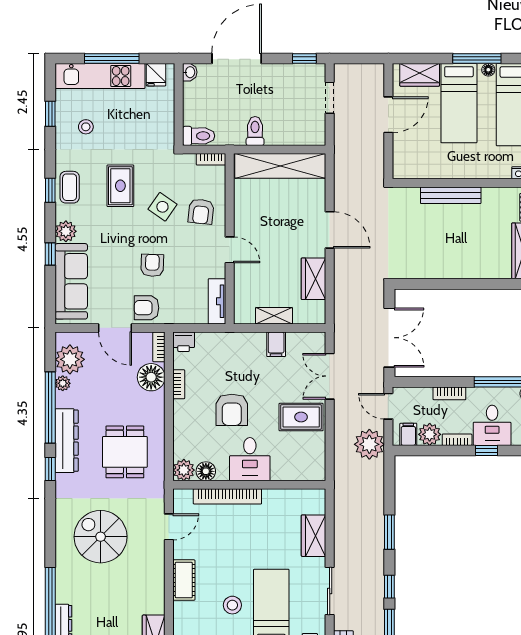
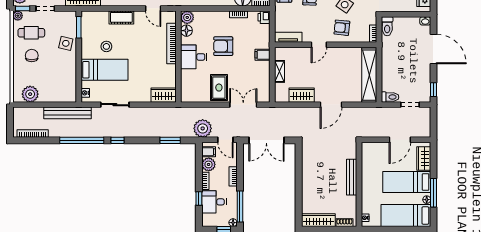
door: (388, 115) -> (400, 140), hinge flipped
toilet: (255, 131) -> (390, 97), moved
filing cabinet: (276, 344) -> (262, 55), moved
door: (388, 406) -> (225, 140), swing flipped
window: (389, 532) -> (170, 140), moved
wardrobe: (314, 536) -> (164, 95), moved

